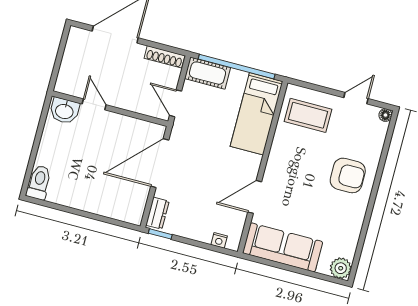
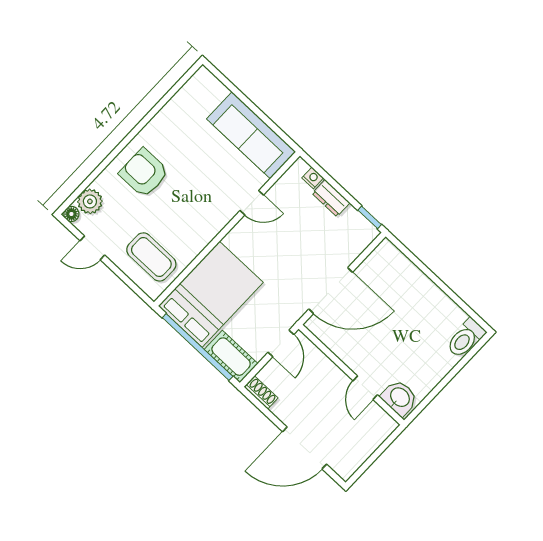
shoe rack: (165, 57) -> (261, 393), width x0.70
bed: (256, 114) -> (211, 294), width x1.50
door: (255, 197) -> (252, 203), width x0.73
dresser: (157, 213) -> (331, 198), moved, turned -90
plant: (341, 268) -> (90, 201), moved

